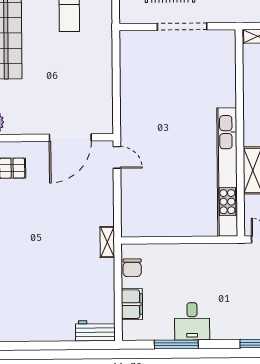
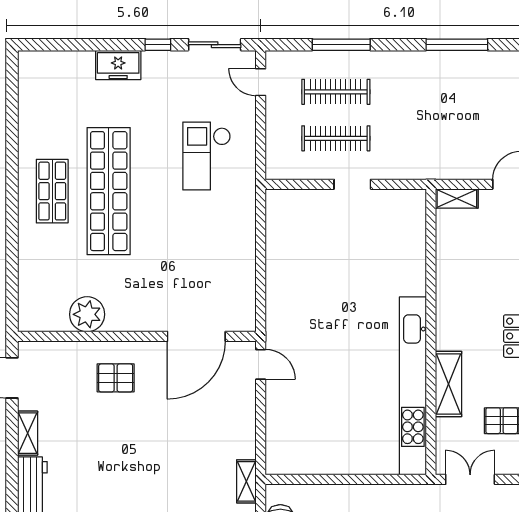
doorway: (182, 27) -> (352, 184), width x0.53

